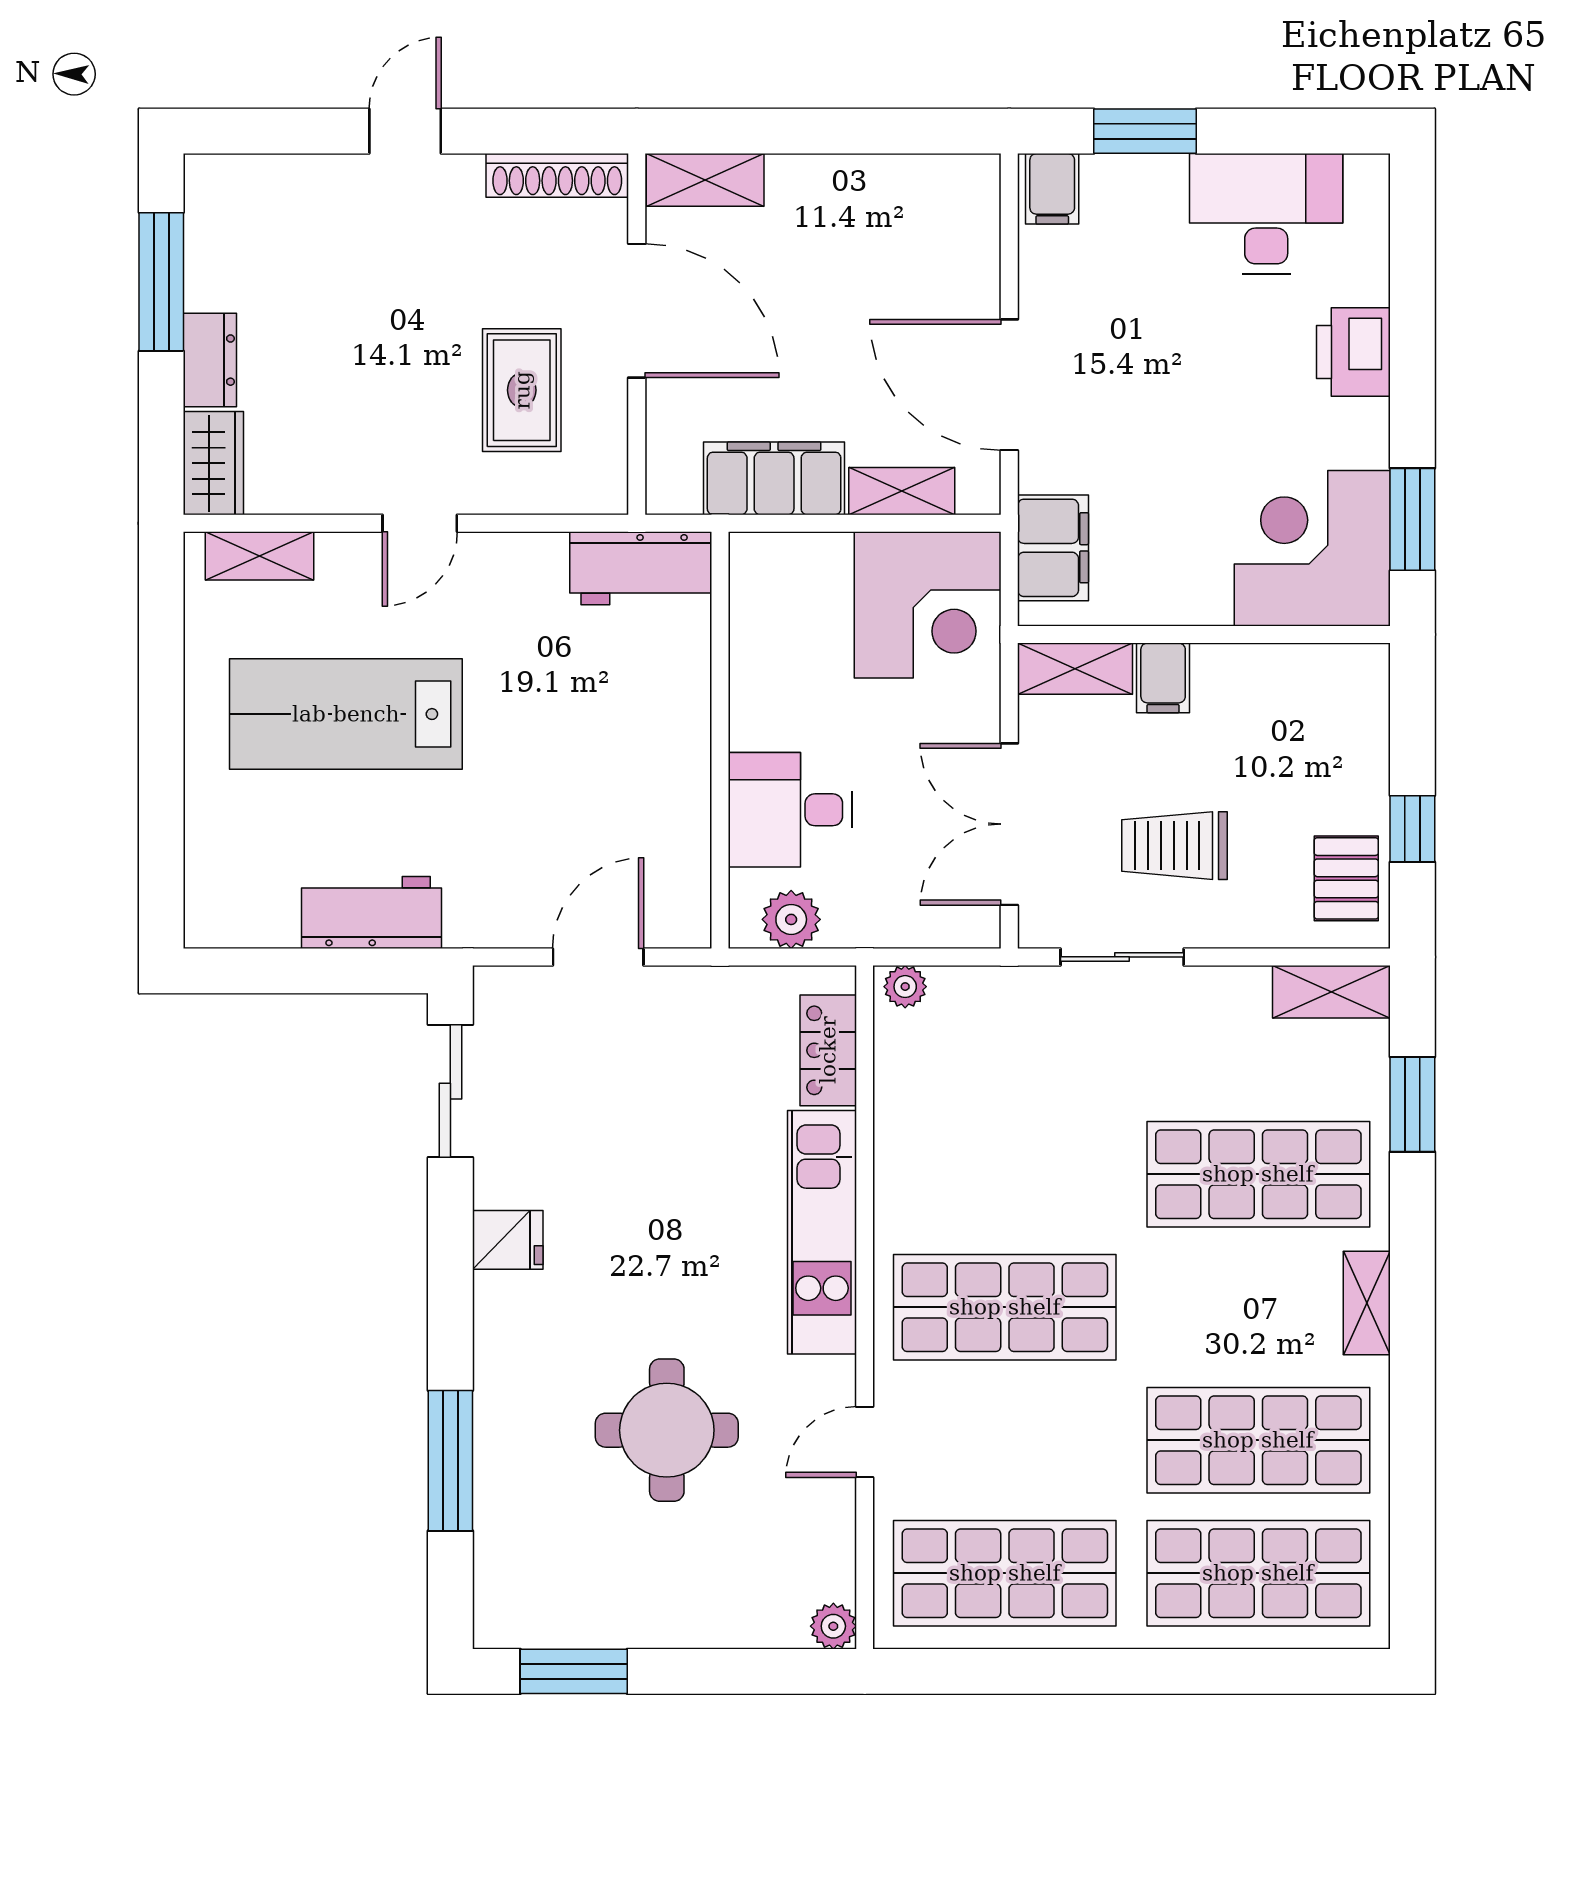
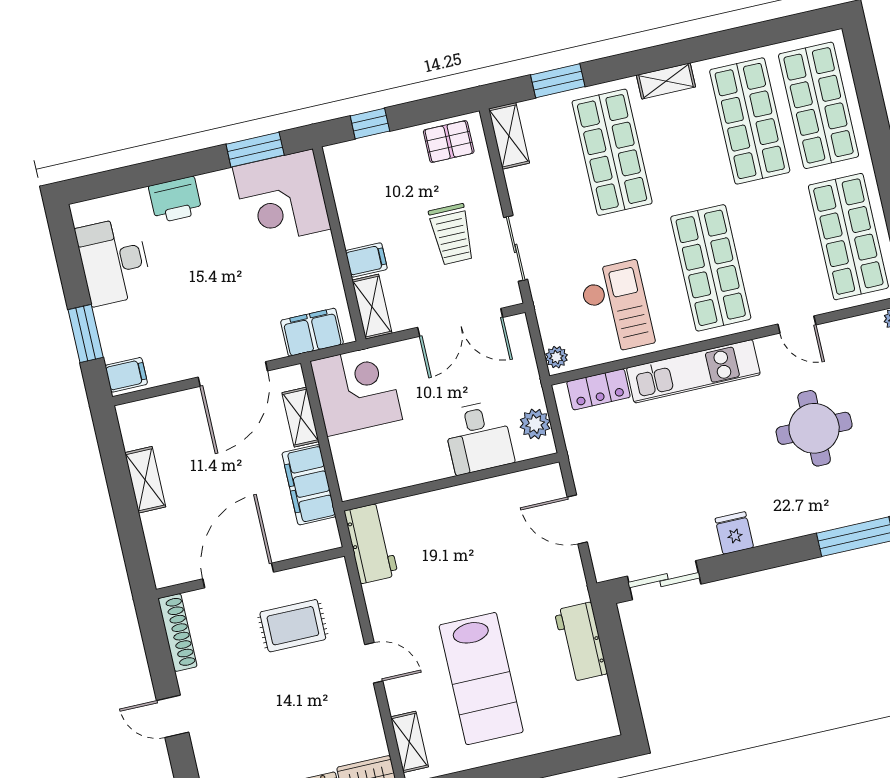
shelving: (705, 180) -> (145, 480), moved
window: (1412, 829) -> (370, 123), moved
checkout: (971, 1118) -> (617, 308), added

